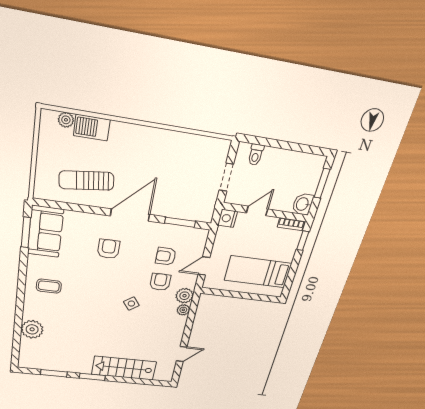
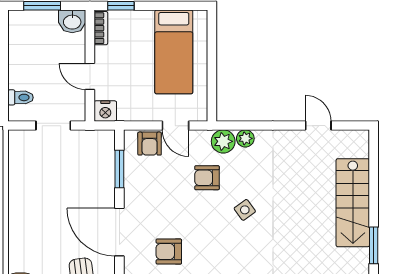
armchair: (166, 256) -> (150, 144), moved

